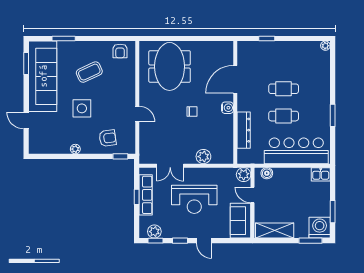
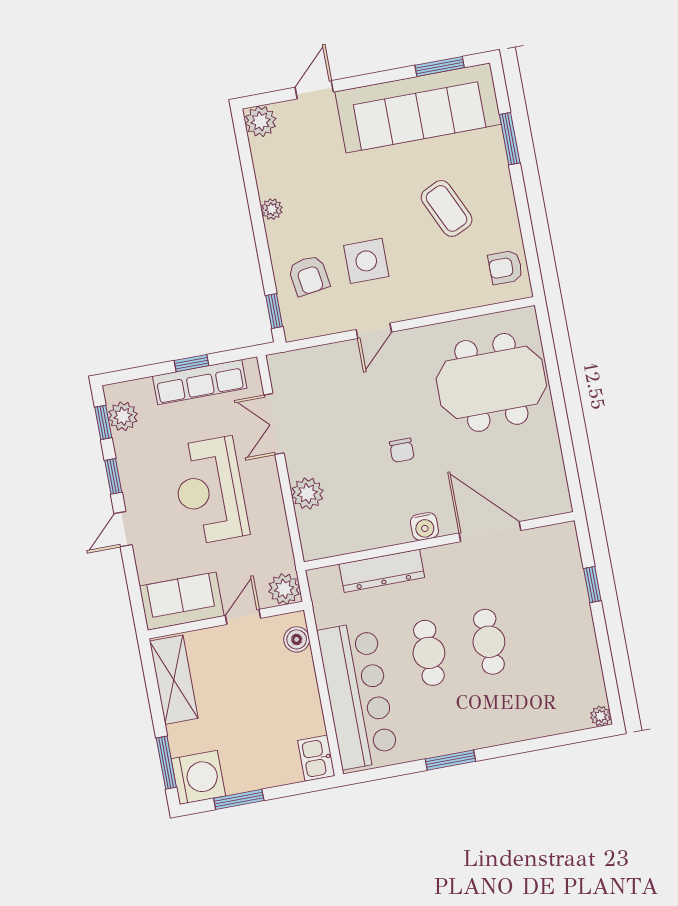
side table: (82, 108) -> (366, 261), moved
plant: (36, 147) -> (261, 121), added

